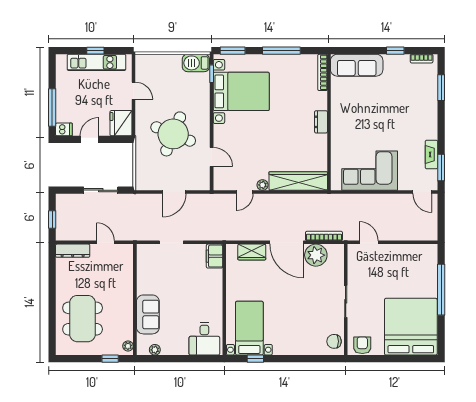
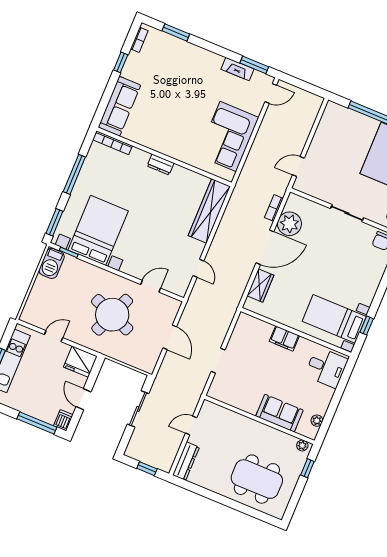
plant: (263, 185) -> (199, 248), removed
bookcase: (324, 236) -> (274, 208), width x0.64
filing cabinet: (214, 256) -> (284, 338), moved

